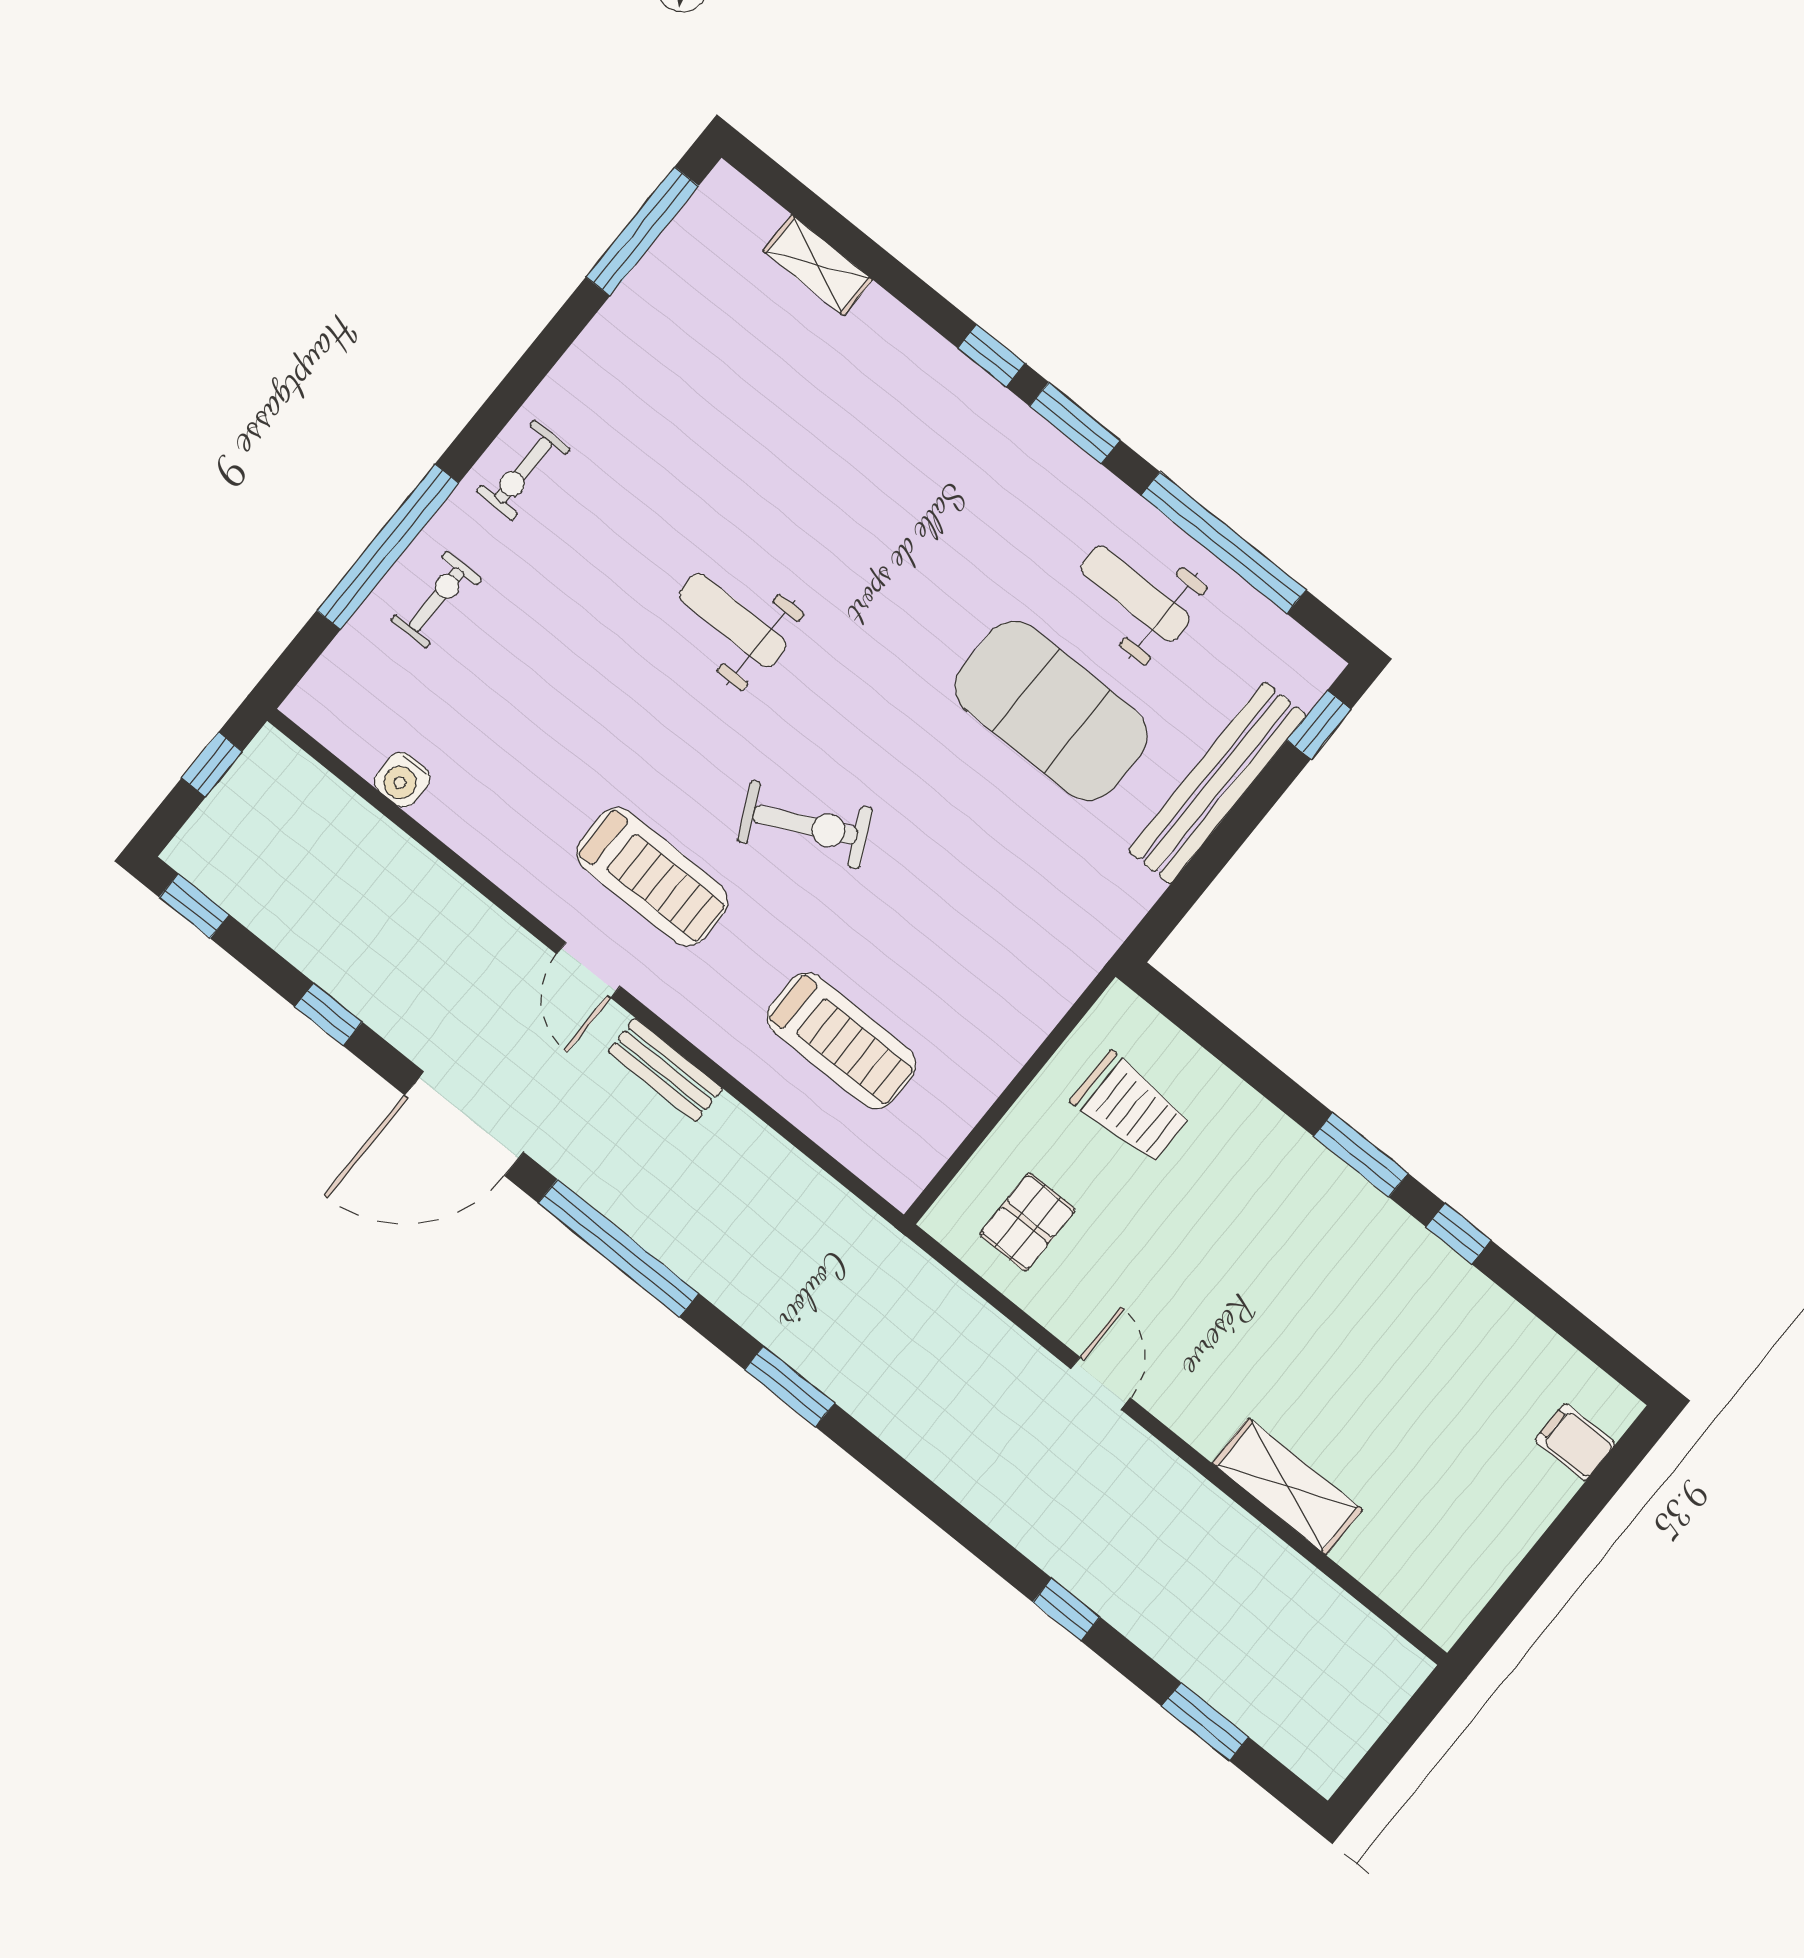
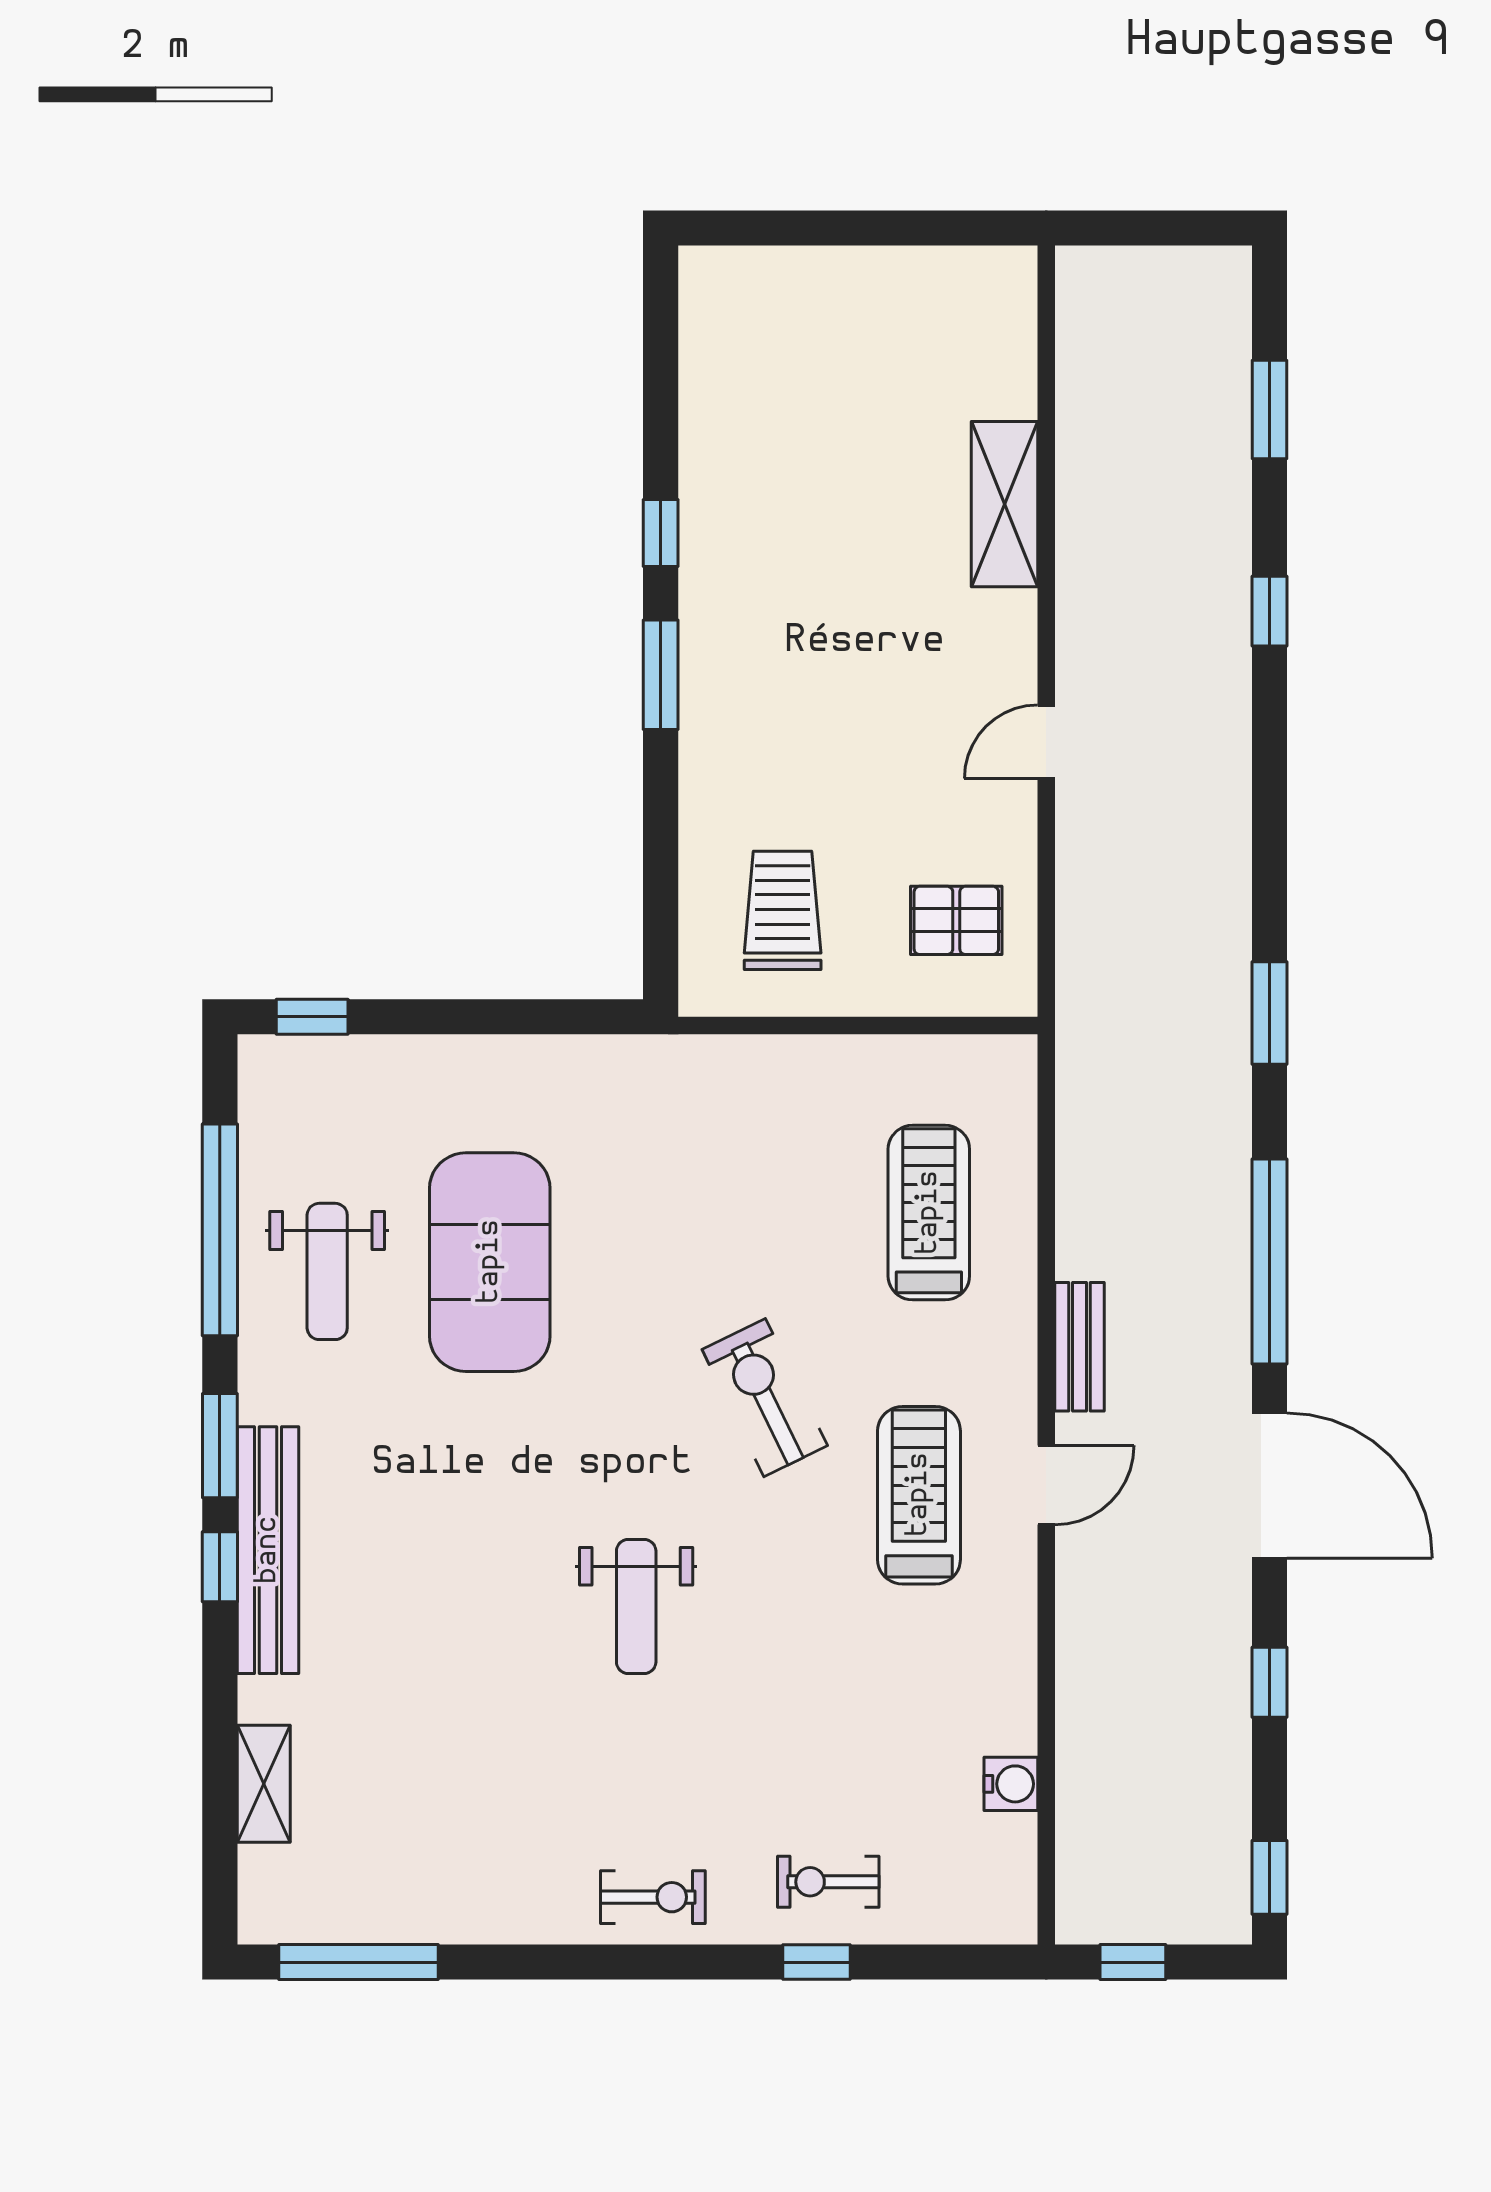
window: (388, 547) -> (816, 1962), width x0.32
bench: (1217, 783) -> (268, 1550), moved, turned 90
filing cabinet: (1575, 1442) -> (761, 283), removed

